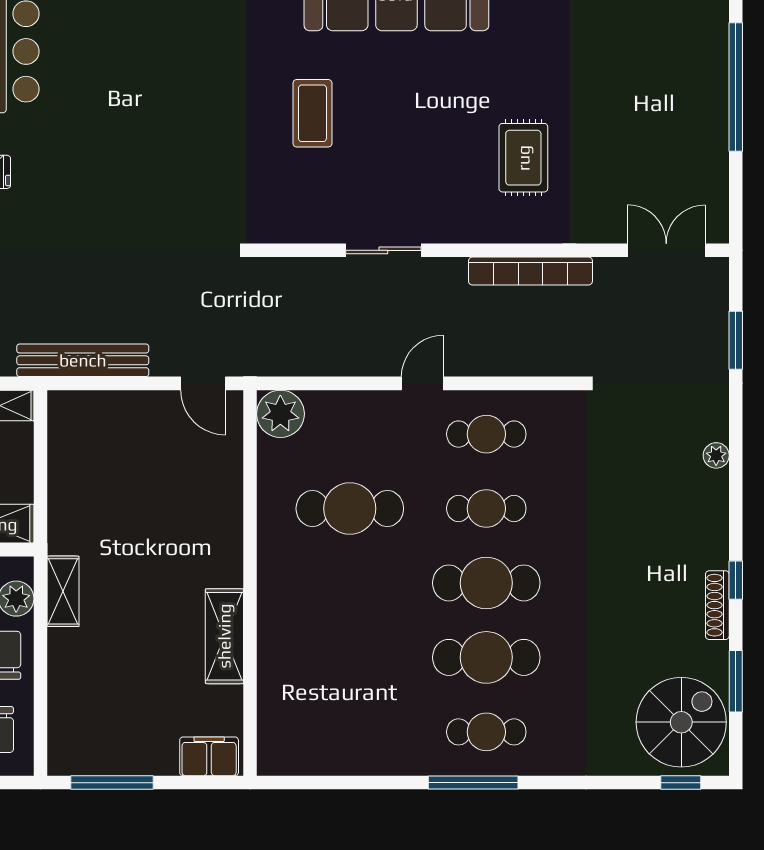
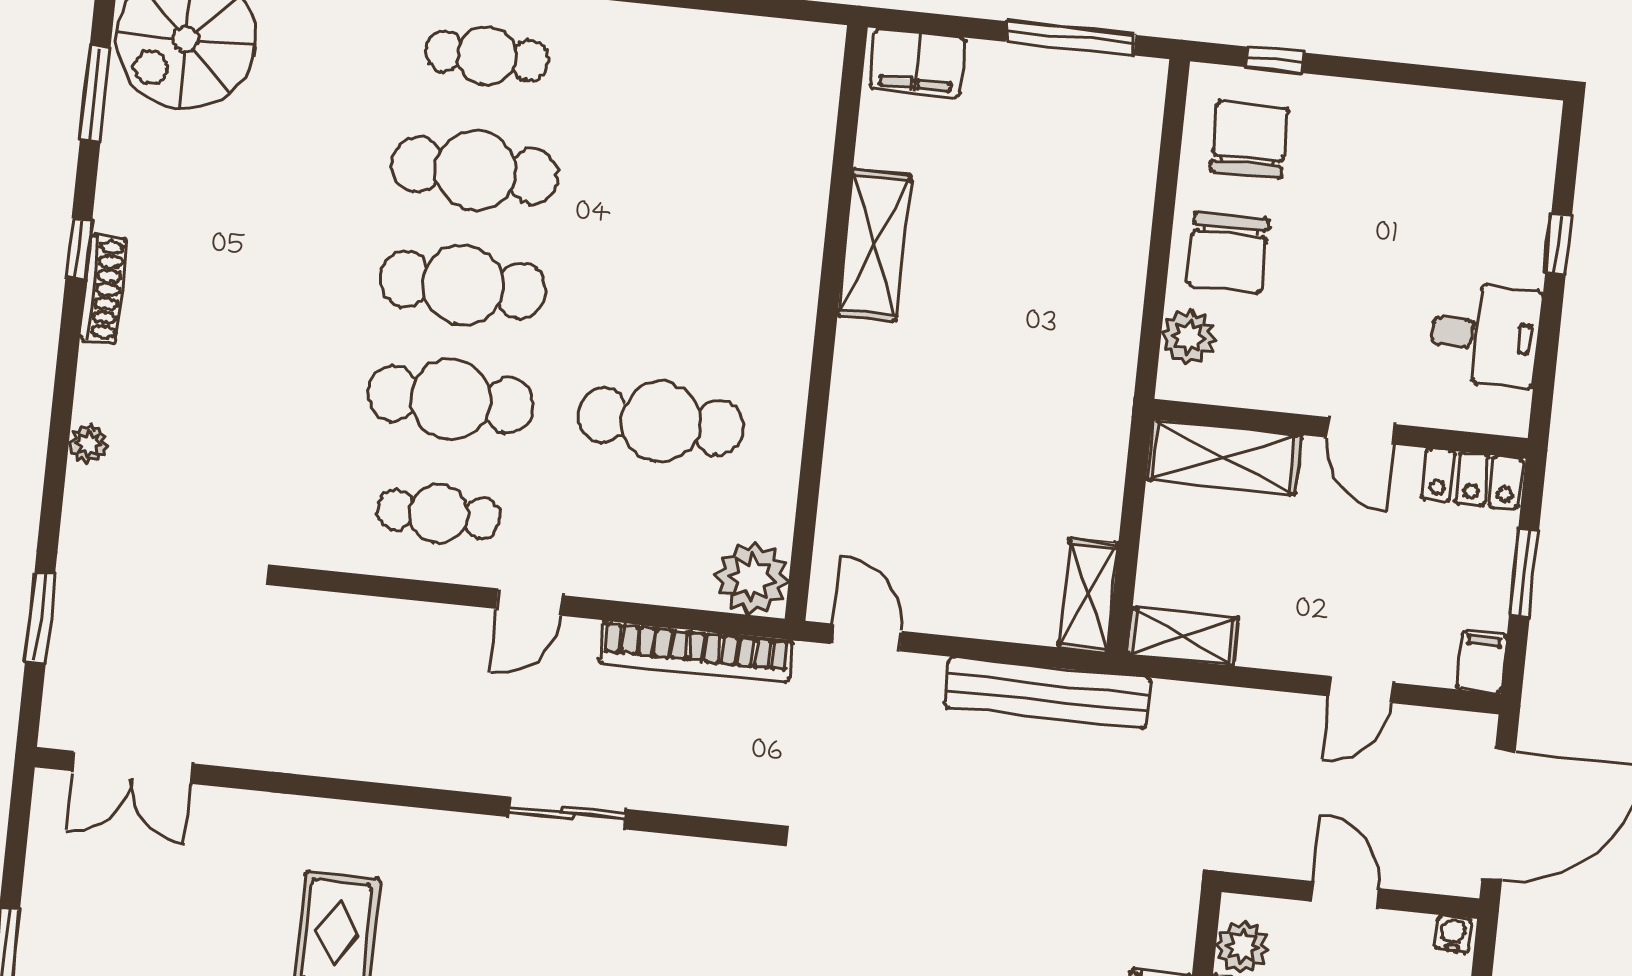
bookcase: (530, 271) -> (696, 652), moved, turned 180
cafe table: (486, 509) -> (451, 399), width x1.37, depth x1.35
shelving: (63, 591) -> (1088, 596), moved
shoe rack: (717, 605) -> (103, 289), moved

